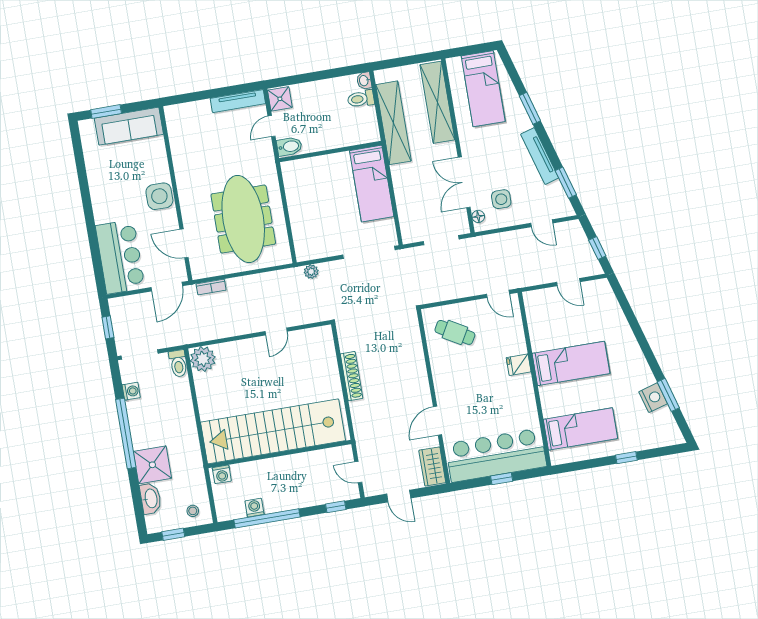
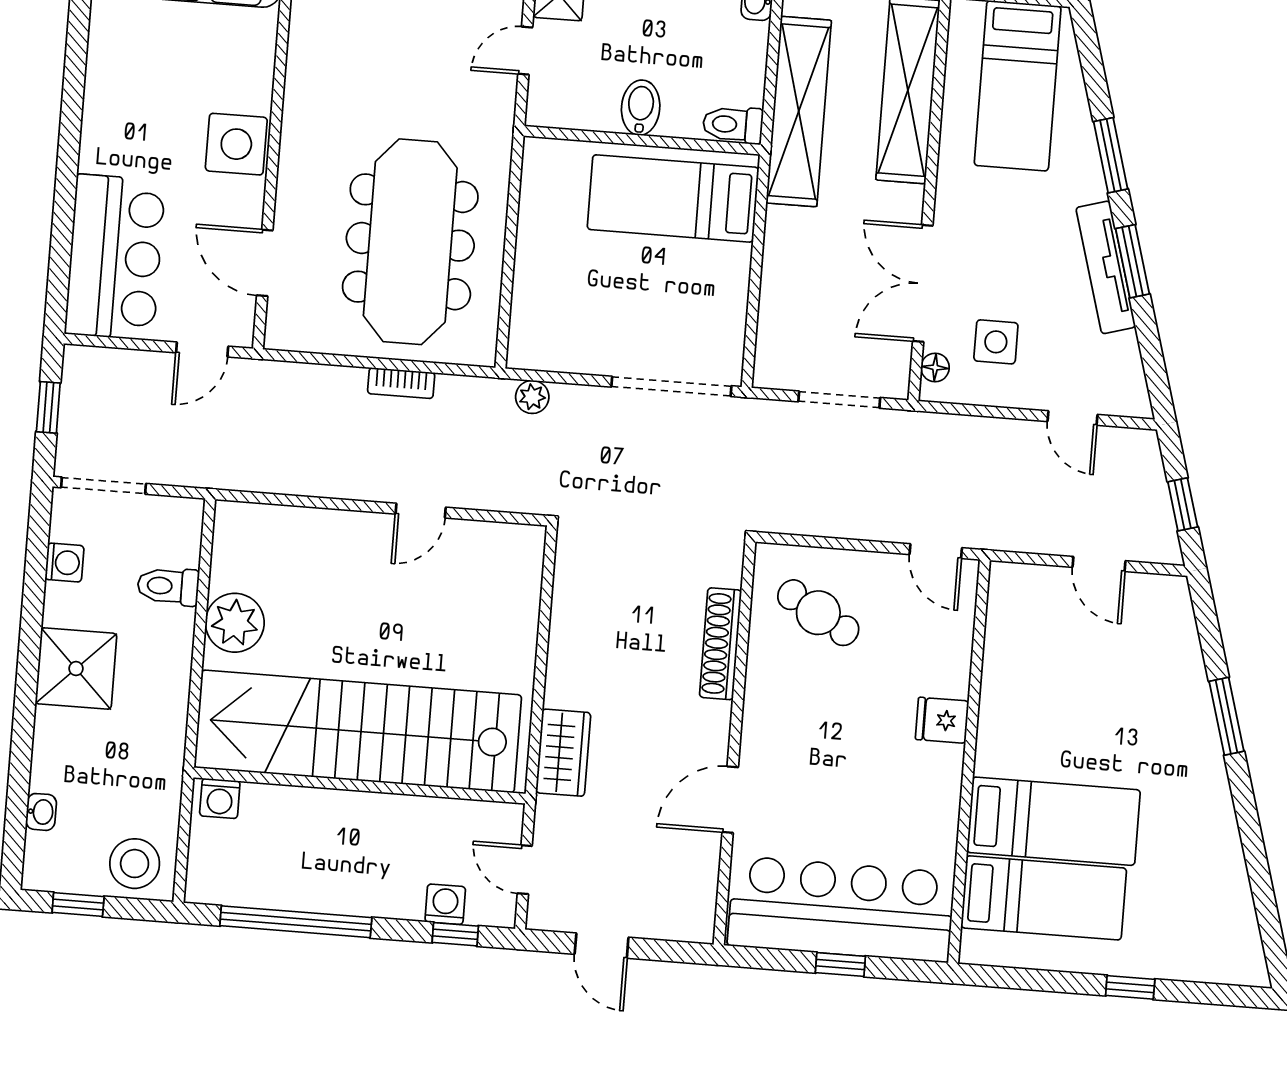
toilet: (361, 99) -> (733, 125), moved
bidet: (289, 147) -> (641, 108), moved, turned -90
window: (566, 183) -> (1132, 261), moved
bed: (372, 184) -> (673, 198), moved, turned 90
door: (167, 287) -> (202, 349), width x0.73
bookcase: (211, 287) -> (401, 383), moved
plant: (203, 359) -> (235, 623), moved
toilet: (178, 363) -> (168, 586), moved, turned 90
bed: (571, 363) -> (1054, 821), moved
shoe rack: (352, 376) -> (721, 644), moved, turned 180
window: (668, 395) -> (1226, 716), moved
nightstand: (653, 398) -> (1223, 869), removed
window: (126, 433) -> (29, 654), removed
shower: (152, 465) -> (76, 669), moved
wardrobe: (432, 466) -> (563, 753), moved, turned 180
washbasin: (151, 499) -> (41, 812), width x0.52, depth x0.69
washing machine: (254, 508) -> (445, 904), moved
stool: (193, 511) -> (135, 864), width x1.89, depth x1.89

